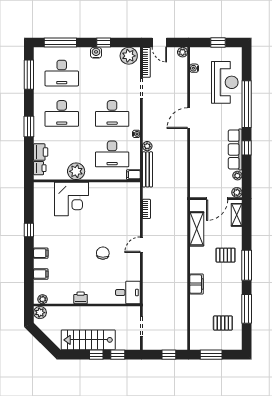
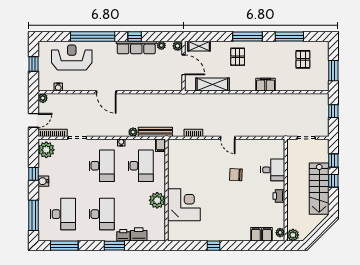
printer: (40, 168) -> (123, 235), moved
filing cabinet: (41, 253) -> (267, 234), moved
desk: (128, 292) -> (273, 170), moved, turned 90

